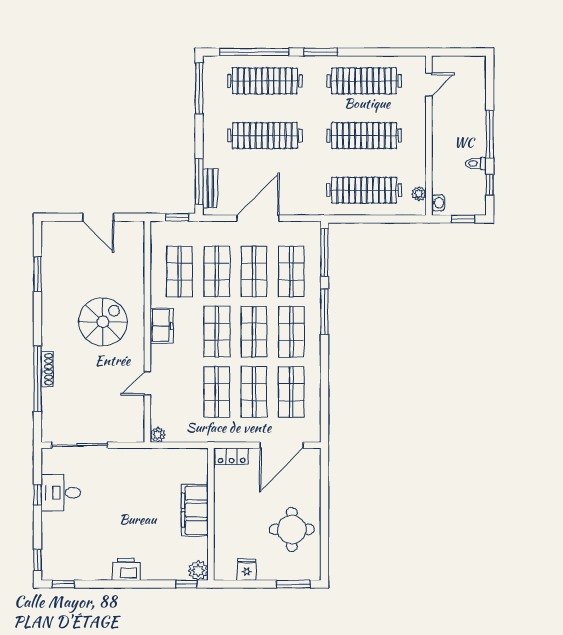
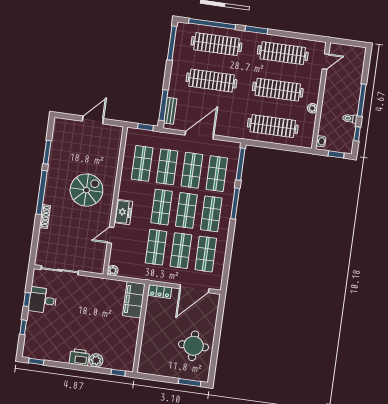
plant: (419, 194) -> (312, 108), moved
door: (98, 217) -> (93, 120), swing flipped
freezer: (162, 326) -> (123, 212), moved
window: (37, 379) -> (42, 192), moved
filing cabinet: (195, 510) -> (134, 300), moved
window: (37, 560) -> (23, 327), moved
plant: (198, 570) -> (96, 360), moved
fridge: (247, 570) -> (160, 369), removed

